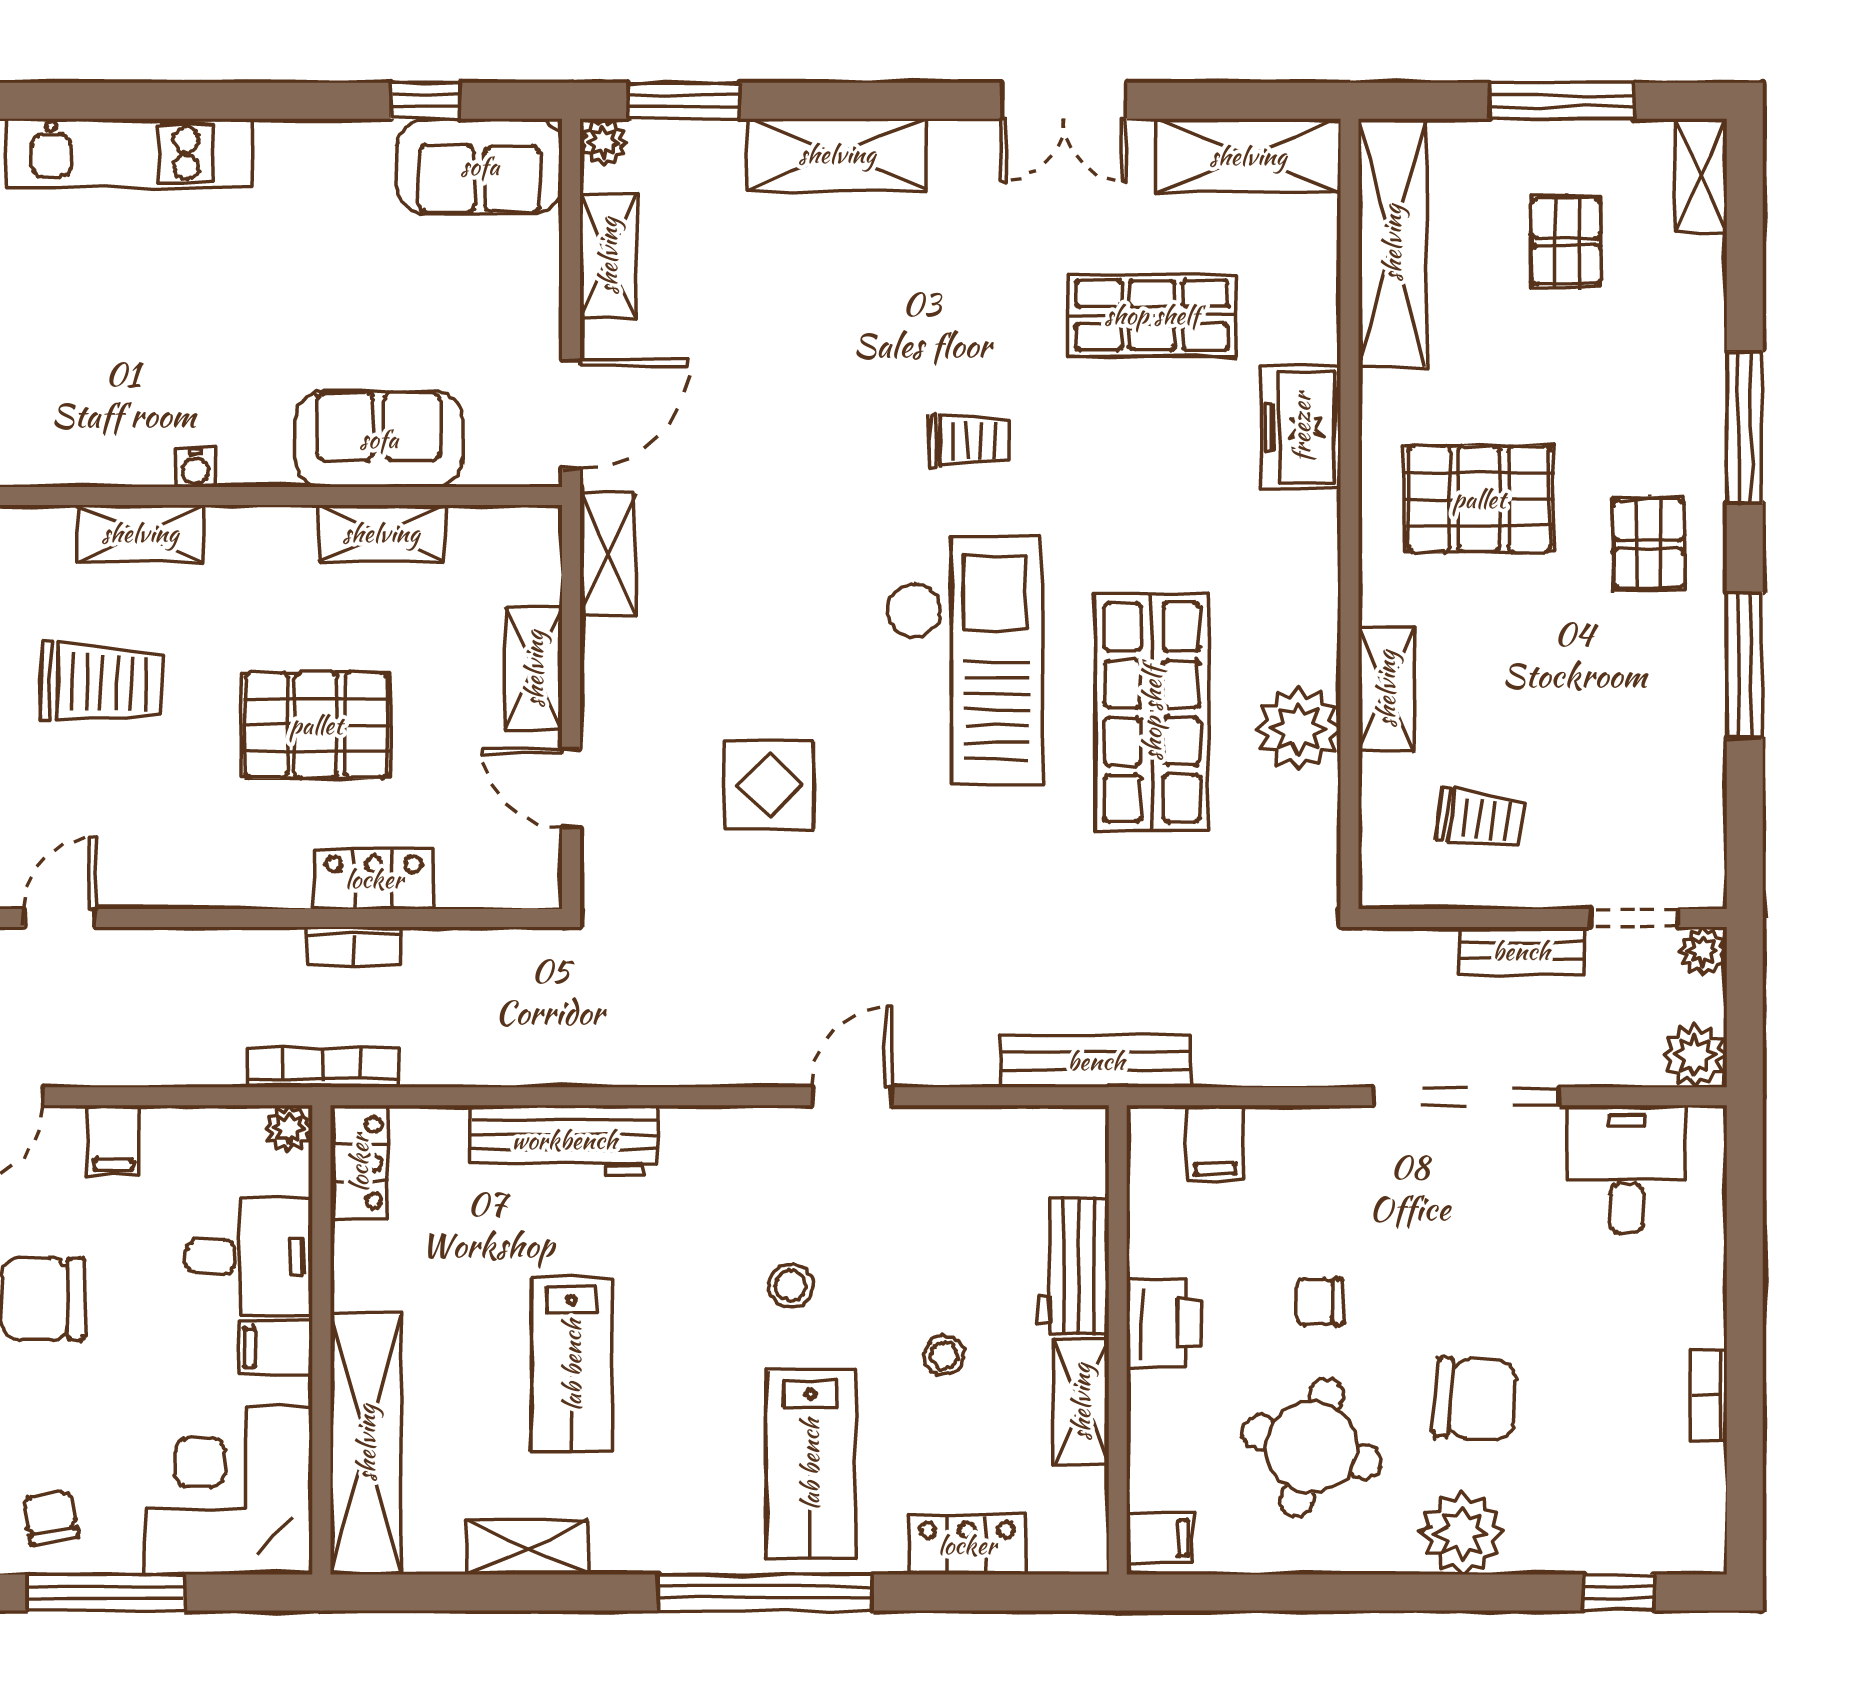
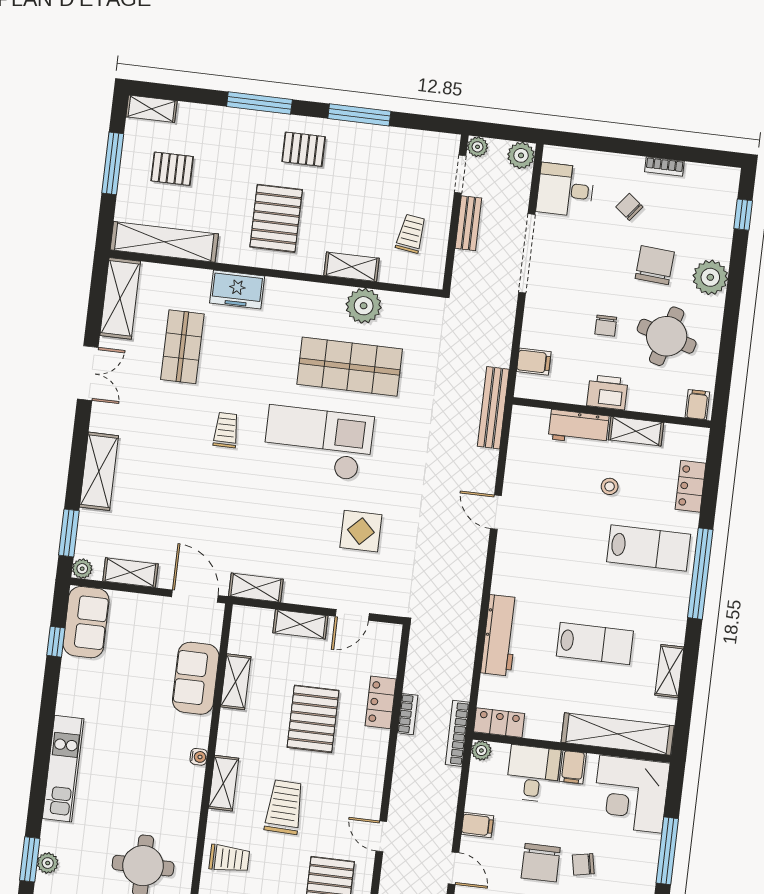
stool: (791, 1286) -> (573, 547), removed
chair: (1604, 1324) -> (629, 207), added
chair: (50, 1517) -> (583, 864), moved

